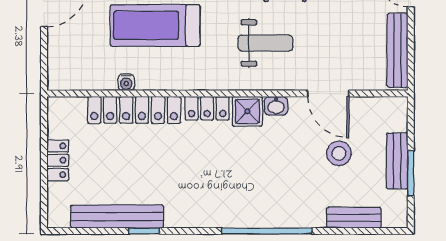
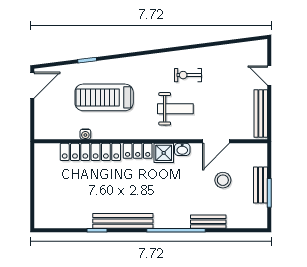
door: (328, 93) -> (216, 141), hinge flipped
locker: (58, 160) -> (41, 185), removed
bench: (117, 217) -> (123, 221), moved
bench: (354, 218) -> (208, 222), moved

